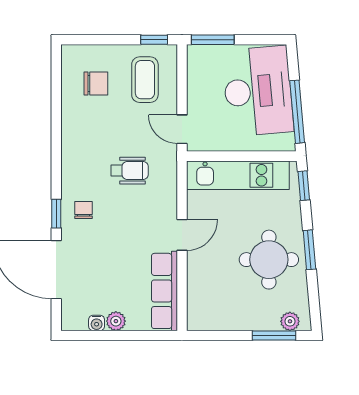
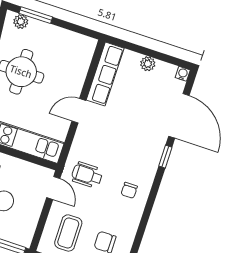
wheelchair: (129, 171) -> (87, 175), moved
chair: (83, 210) -> (129, 190), moved
water cooler: (97, 323) -> (183, 74), moved

